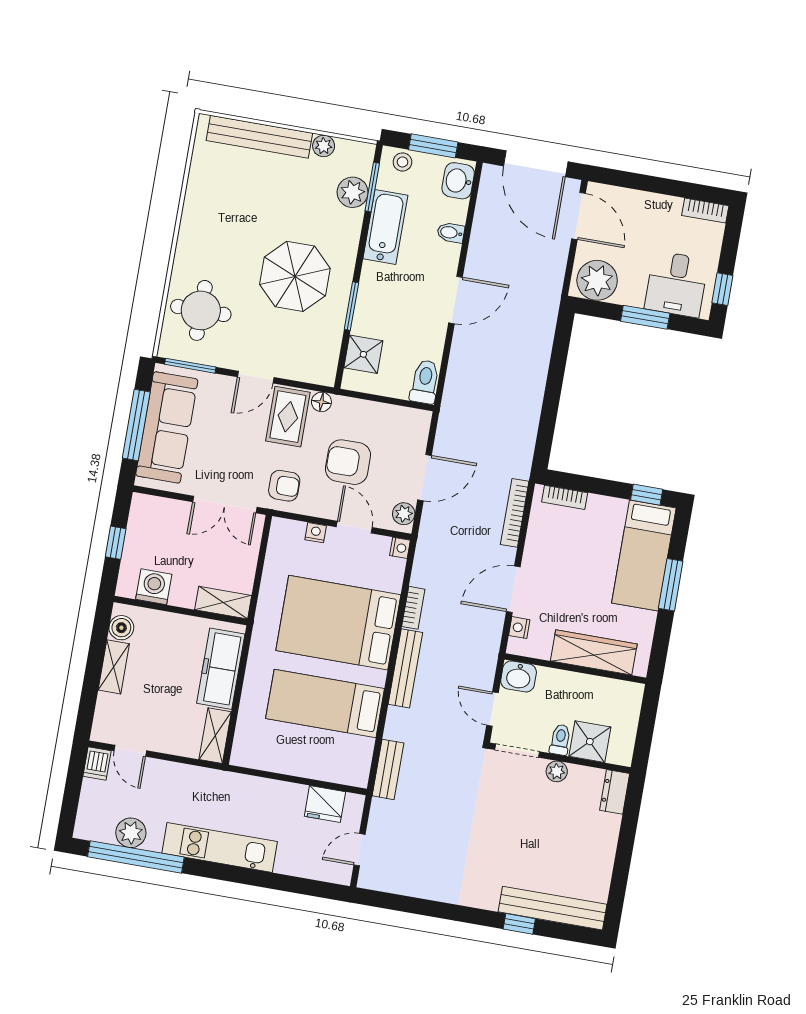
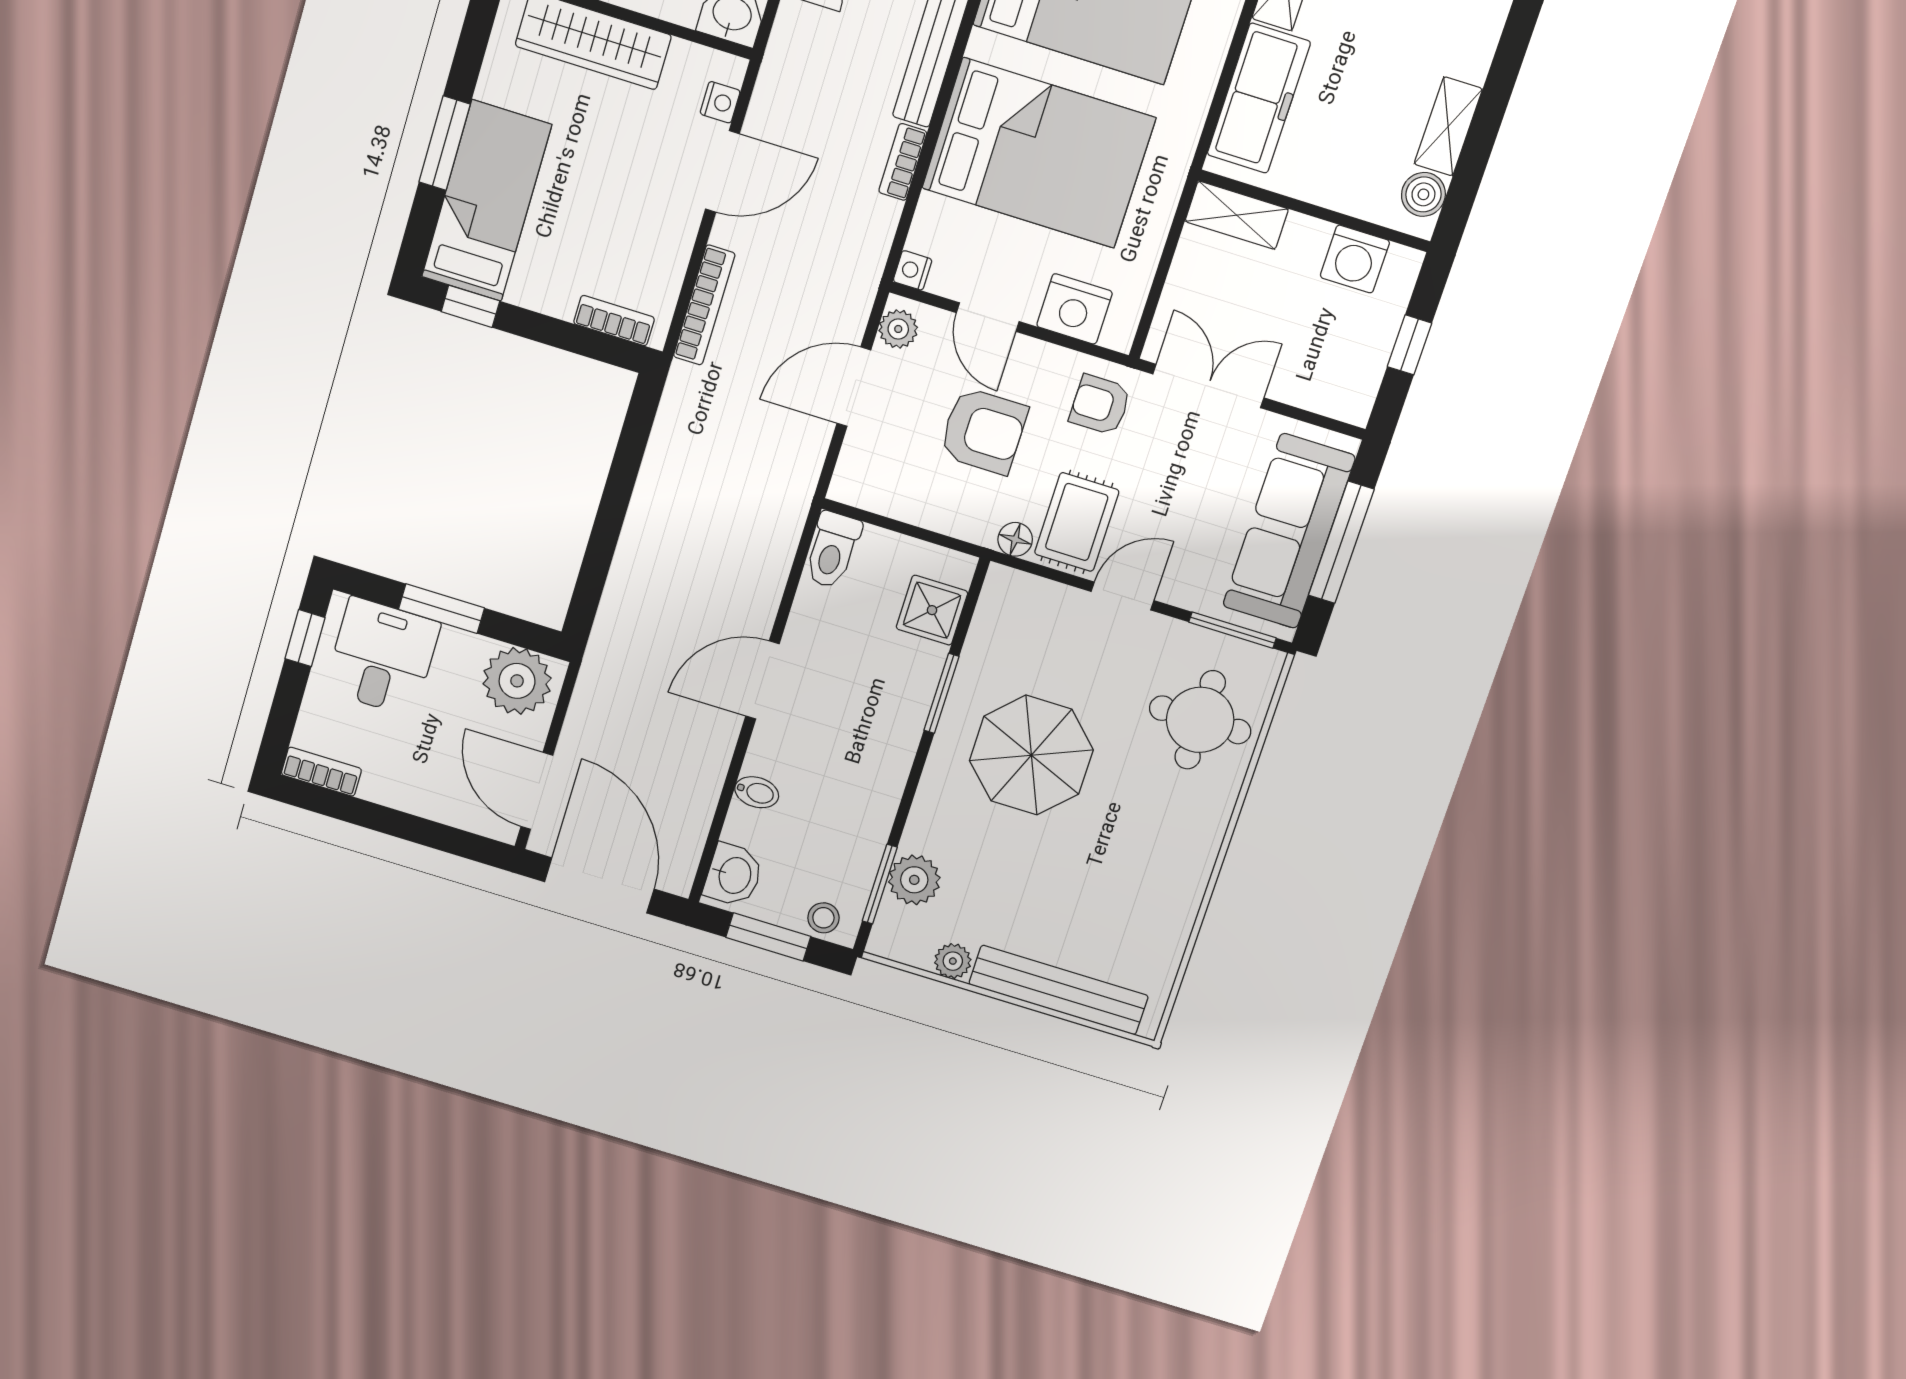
bathtub: (385, 227) -> (866, 816), removed
nightstand: (316, 533) -> (1074, 309), width x1.89, depth x1.79

